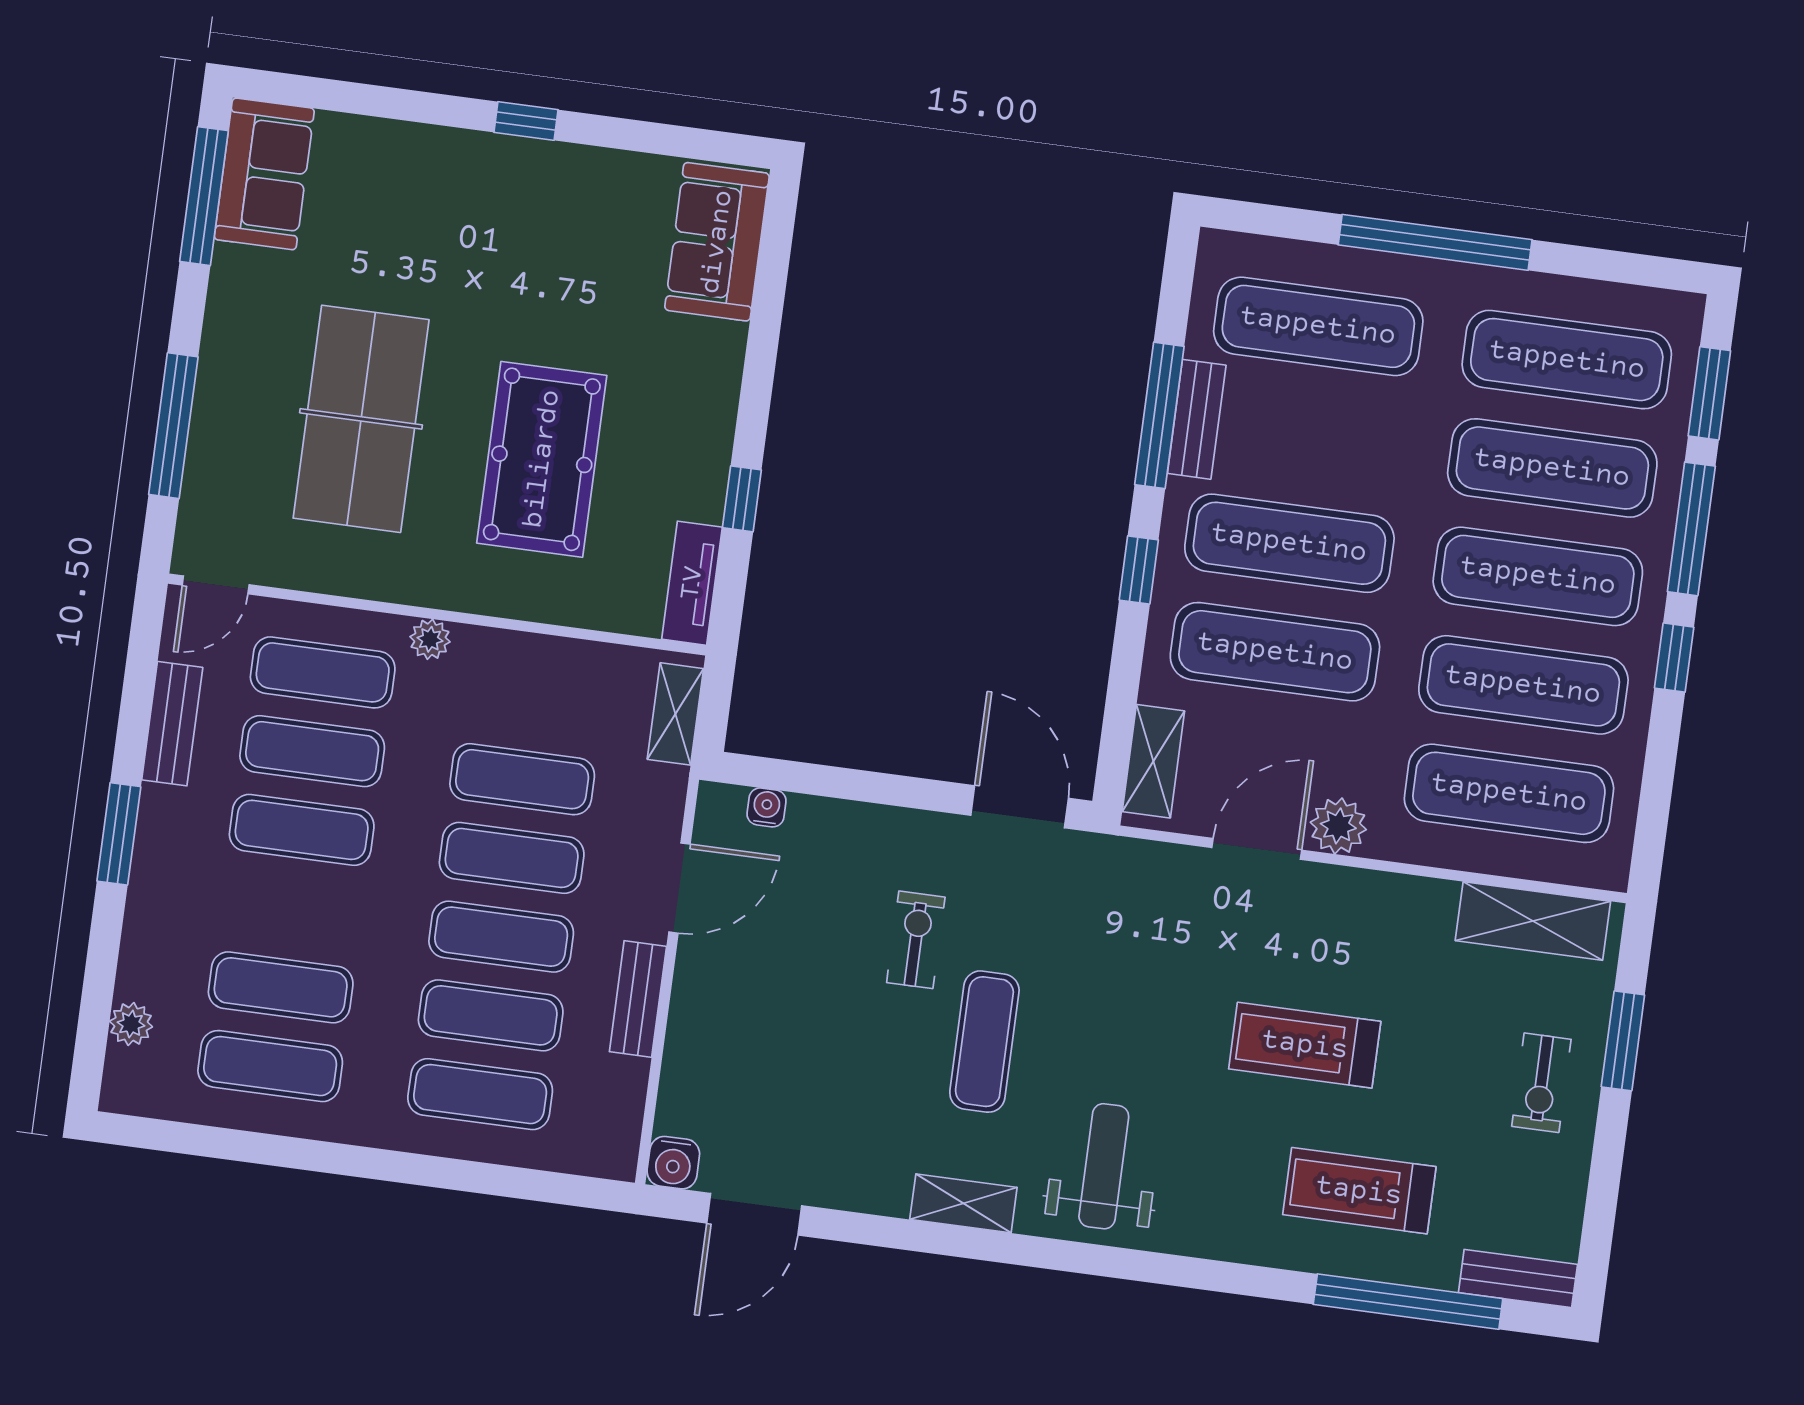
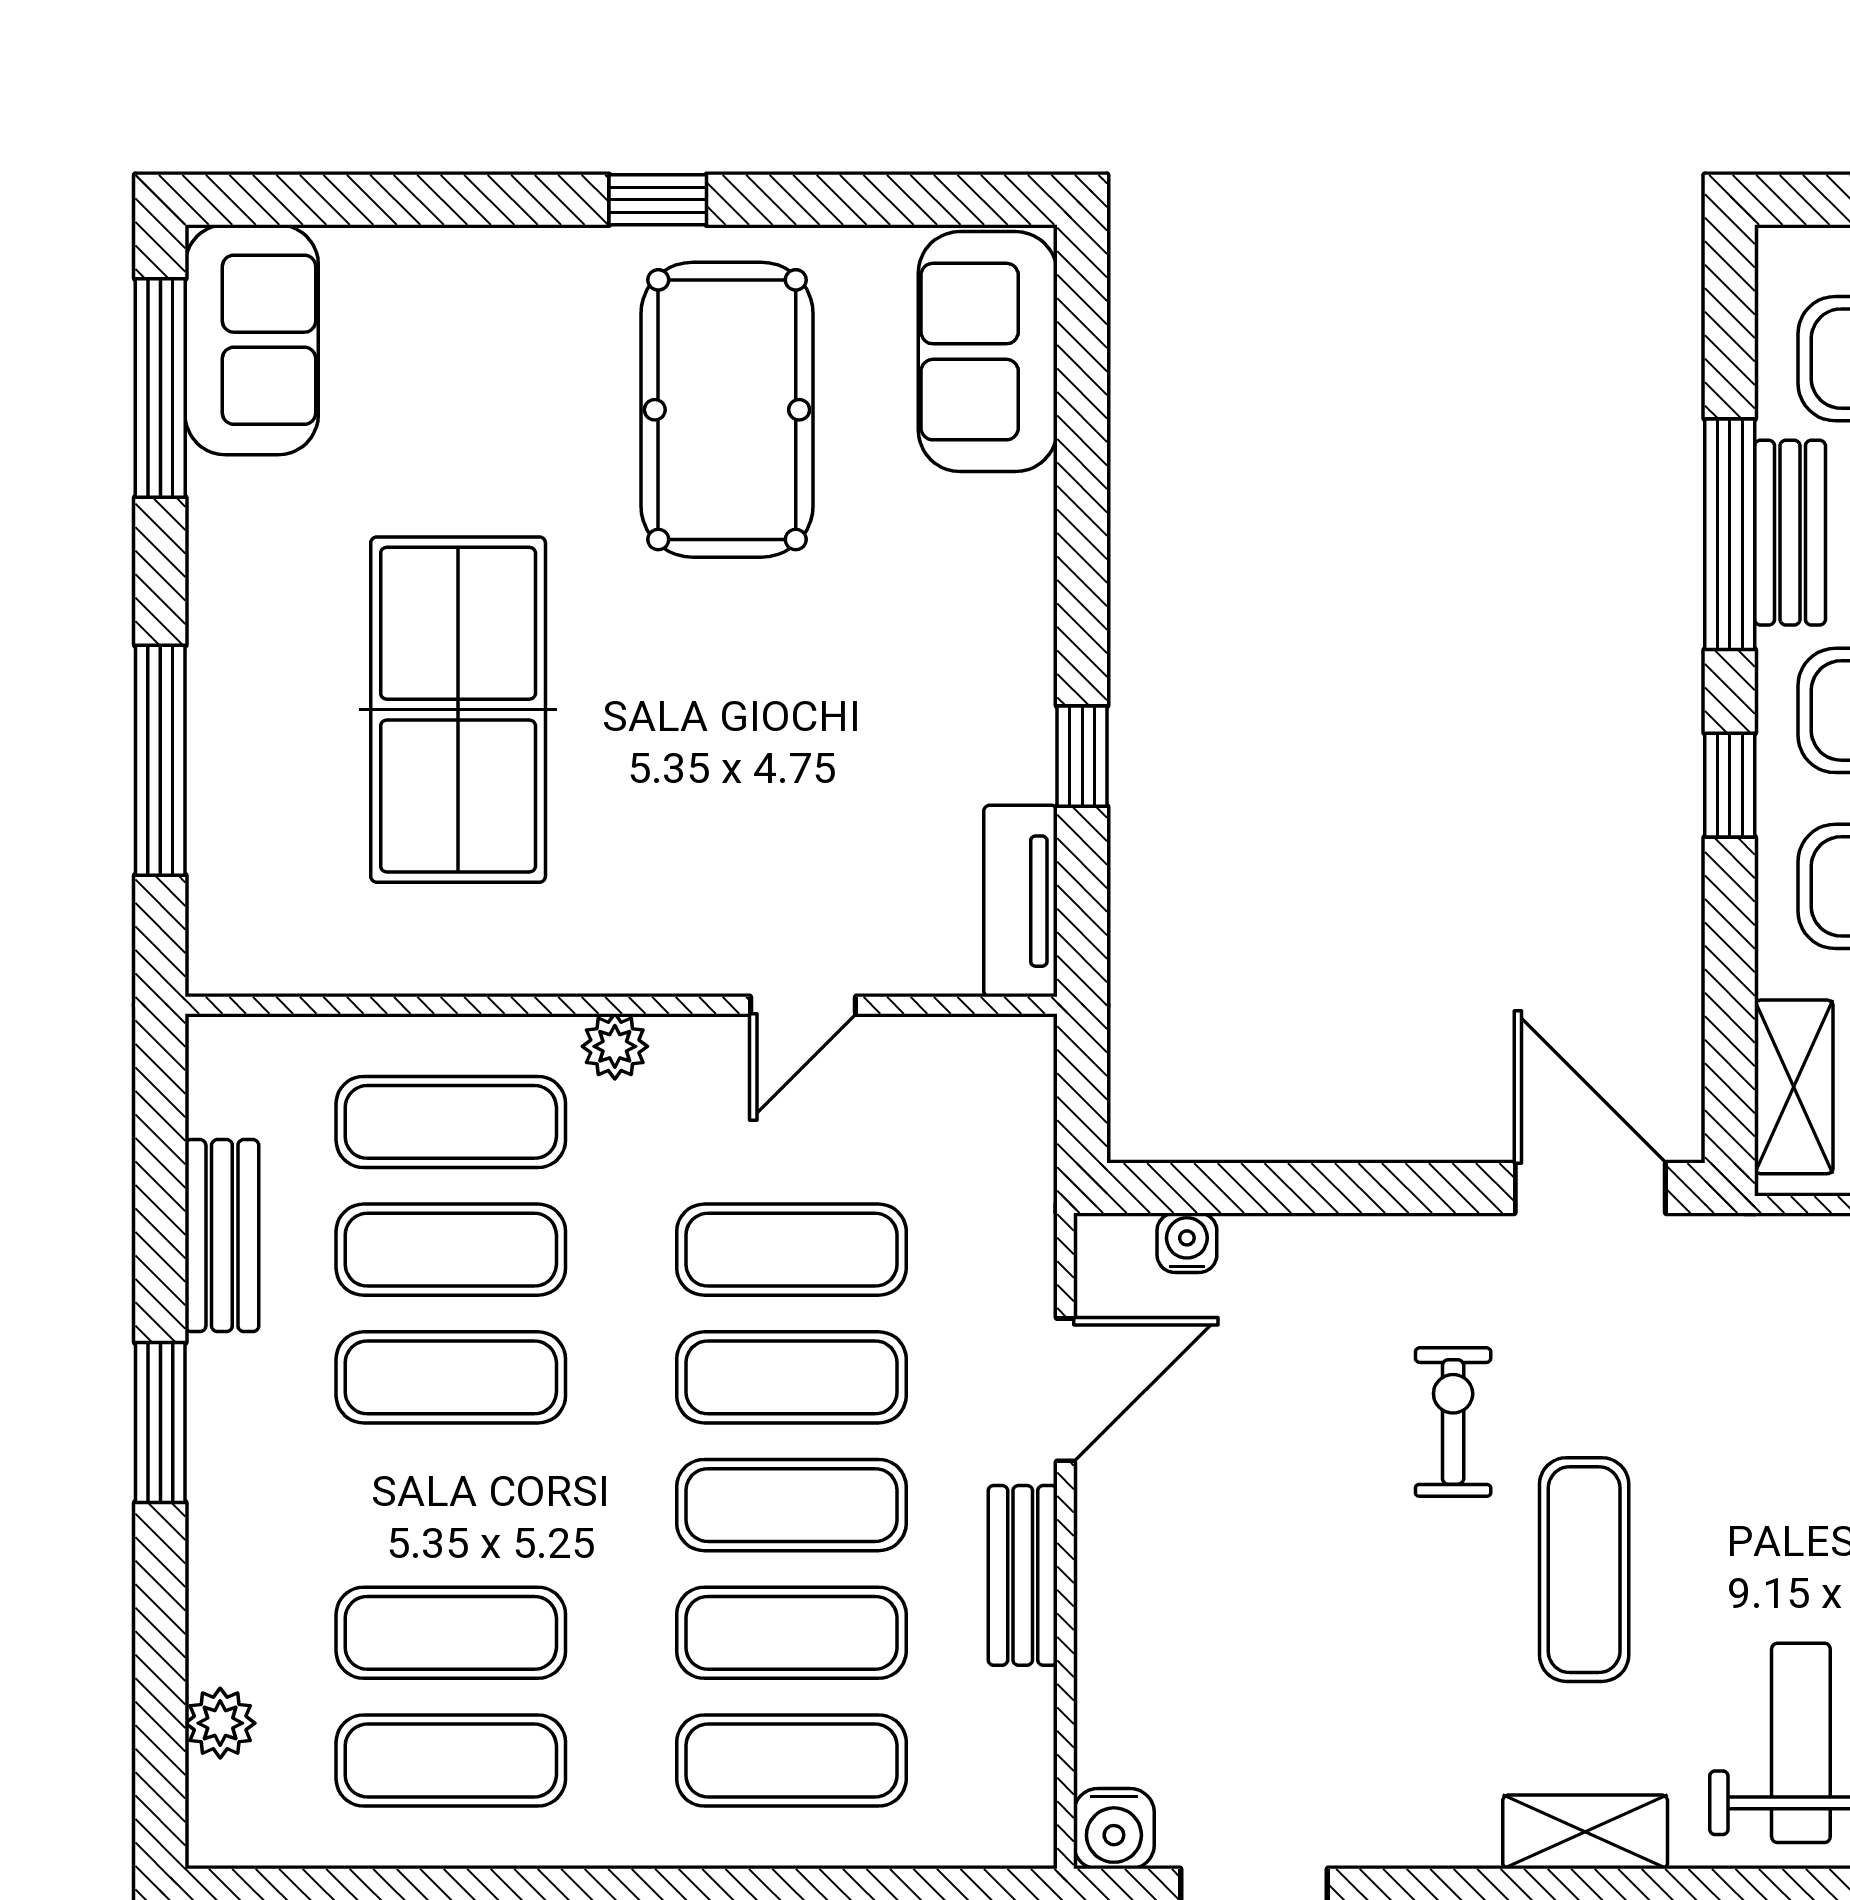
pool table: (542, 459) -> (727, 410), moved
door: (216, 585) -> (803, 1005), moved
shelving: (675, 714) -> (1022, 1113), removed

